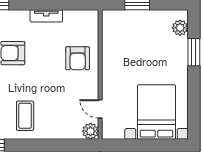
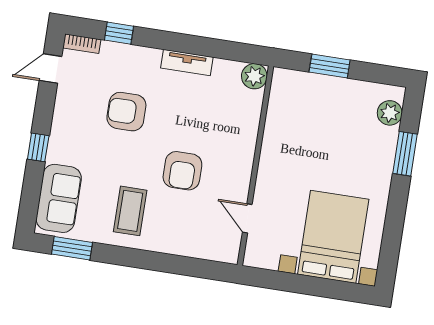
armchair: (78, 58) -> (182, 171), moved
plant: (90, 131) -> (254, 76), moved

